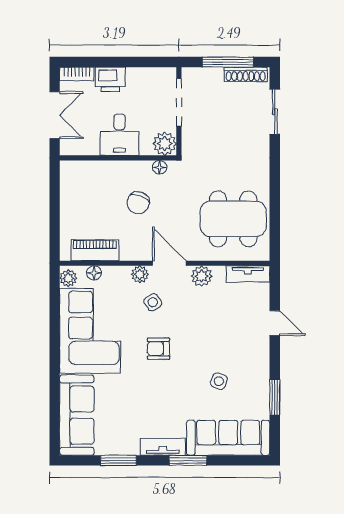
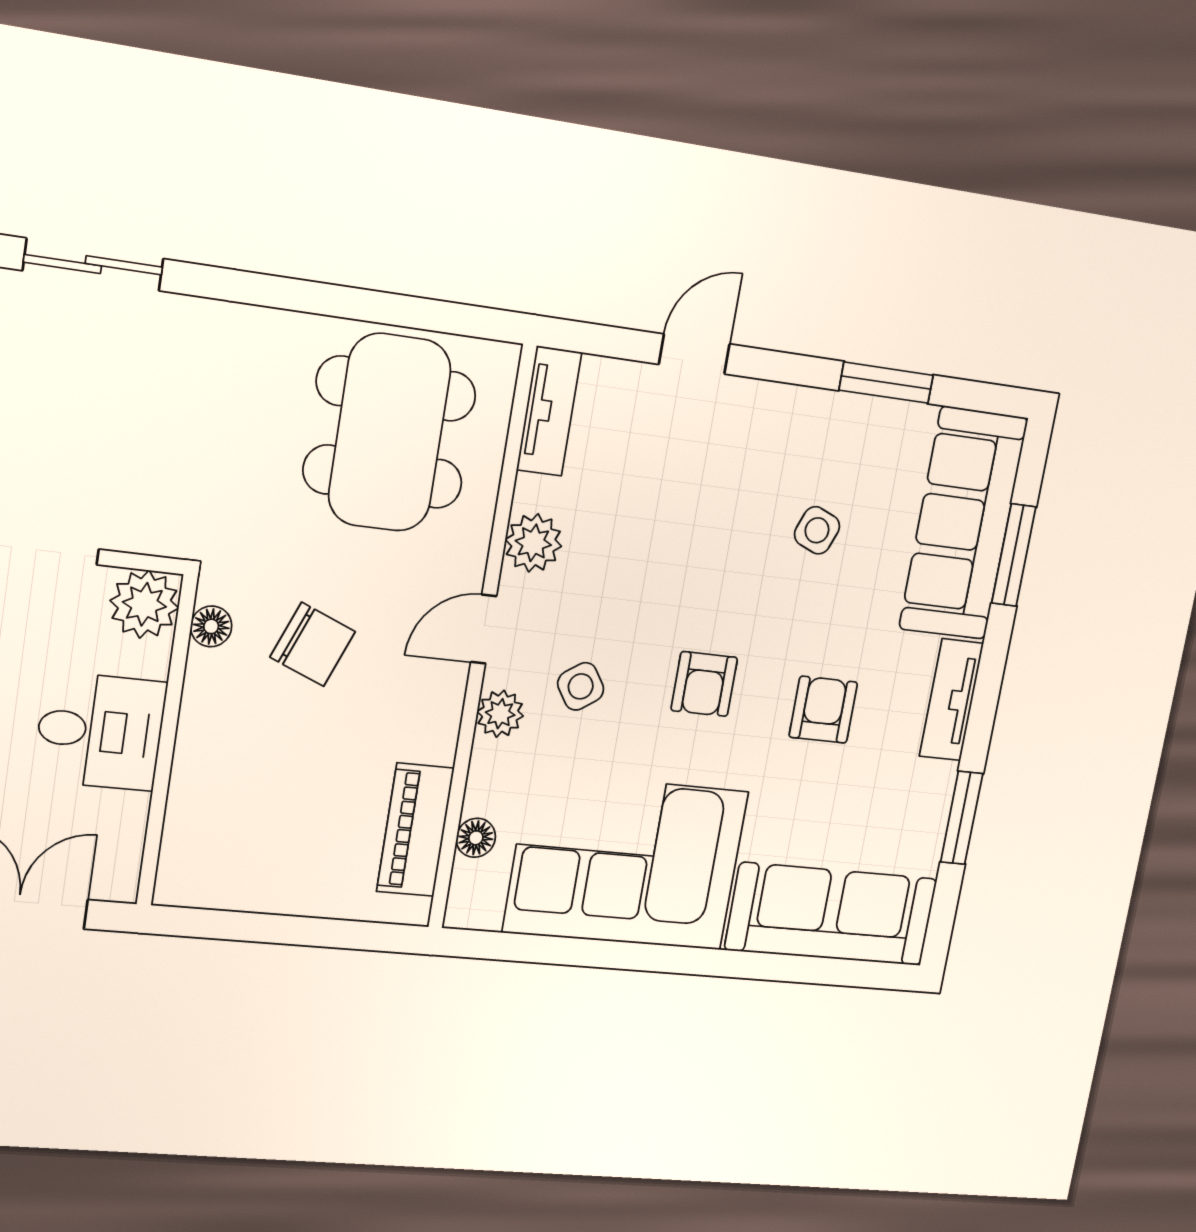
chair: (138, 203) -> (313, 644), moved
door: (169, 263) -> (484, 629), width x0.73
plant: (68, 278) -> (478, 908), removed
armchair: (154, 397) -> (823, 710), added
window: (188, 460) -> (1014, 555), moved

